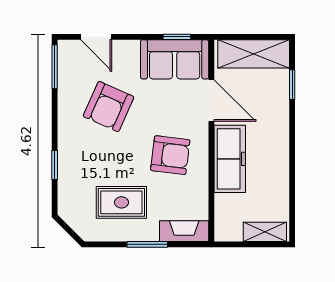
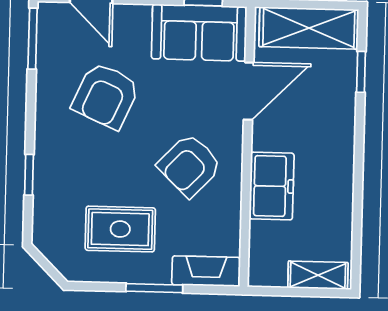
door: (211, 101) -> (249, 91), hinge flipped
armchair: (170, 155) -> (190, 165), turned 127
freezer: (230, 159) -> (272, 186), width x0.71

